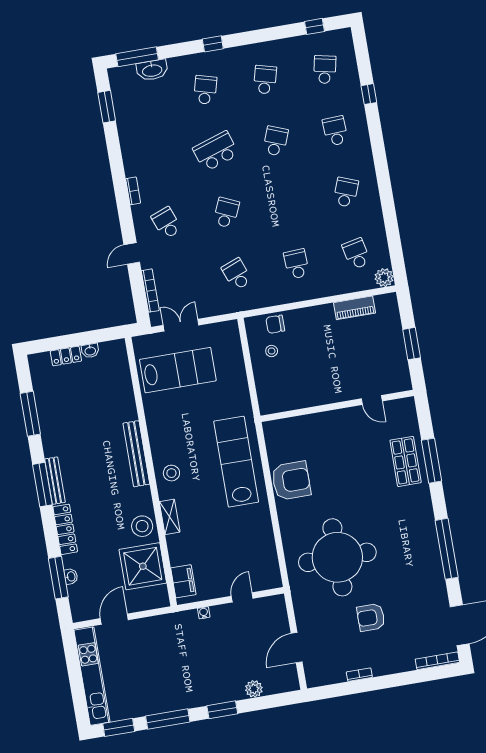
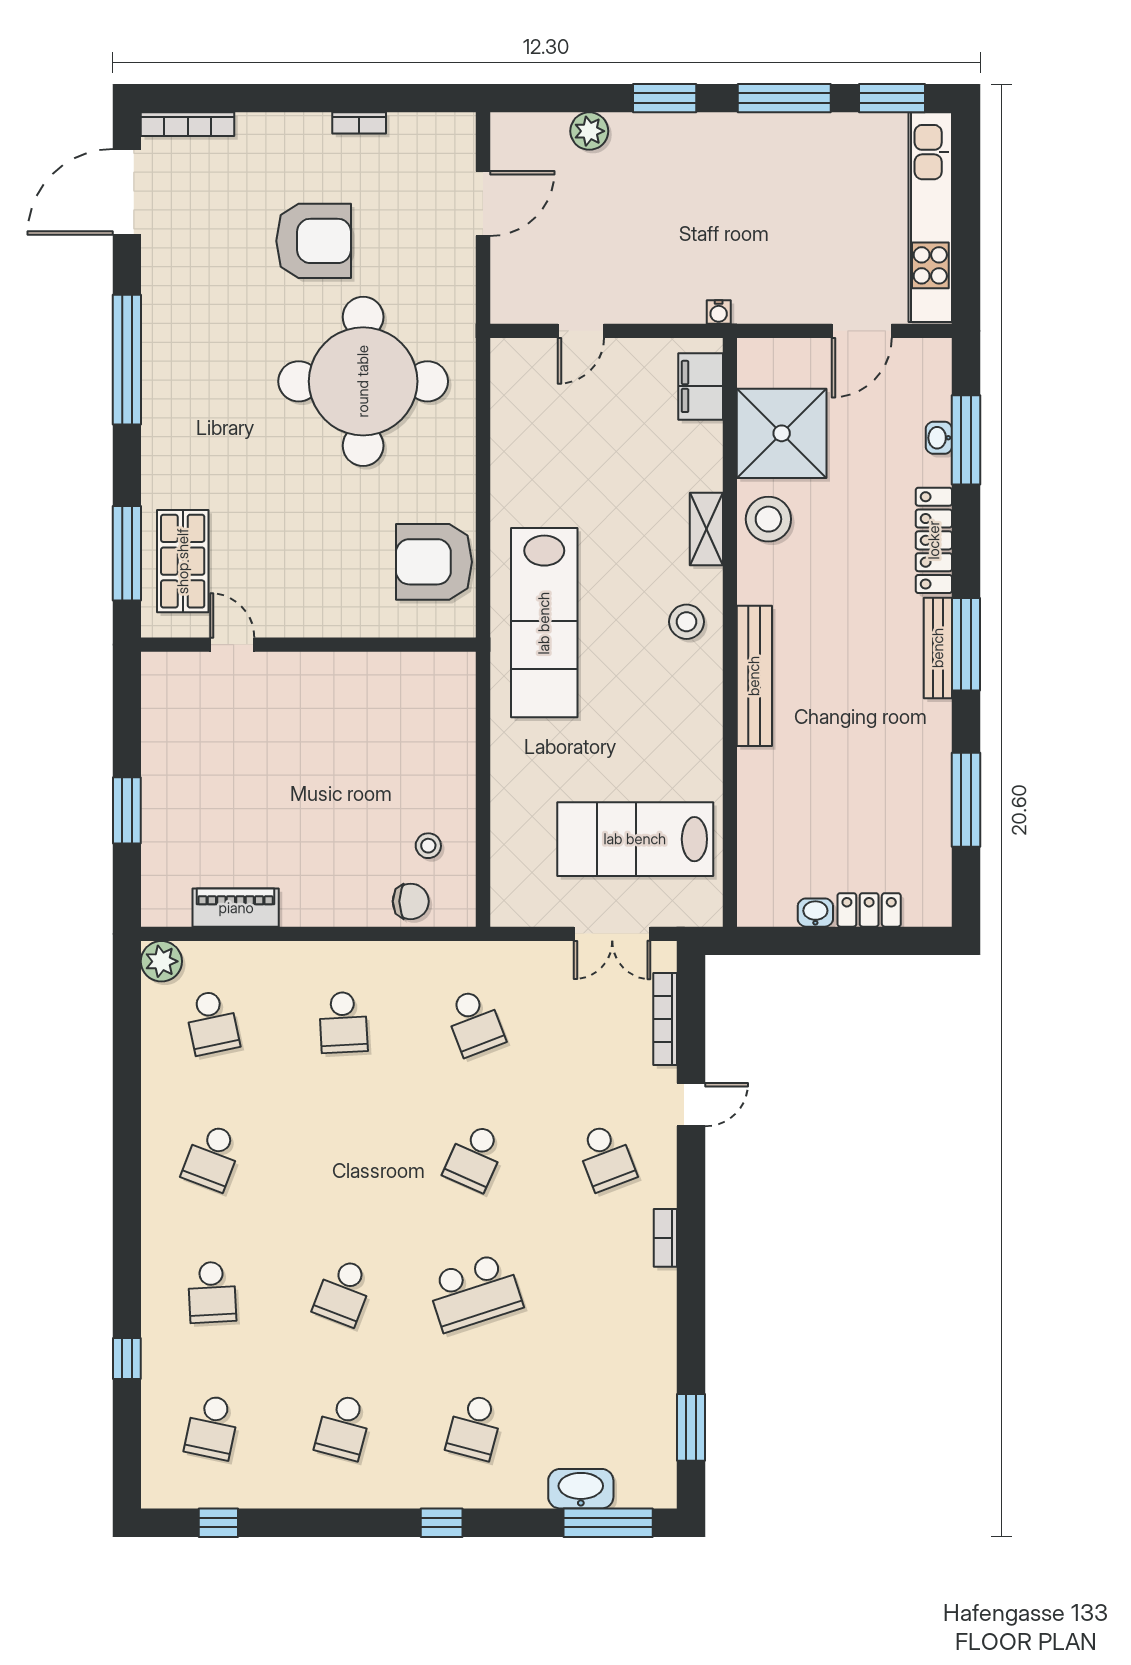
door: (372, 400) -> (232, 645), moved
wall: (337, 406) -> (308, 645), moved
water cooler: (204, 613) -> (719, 312), moved
armchair: (371, 617) -> (314, 241), width x1.36, depth x1.36

